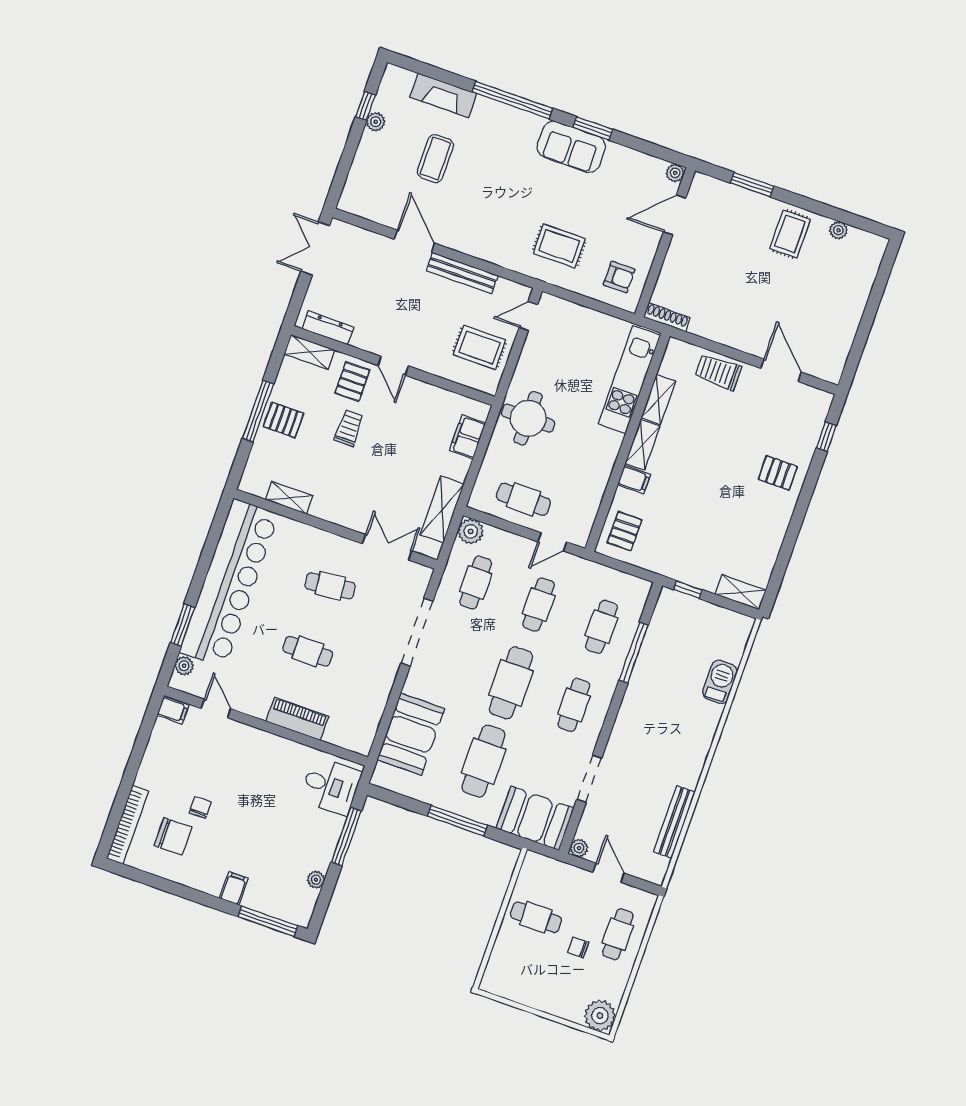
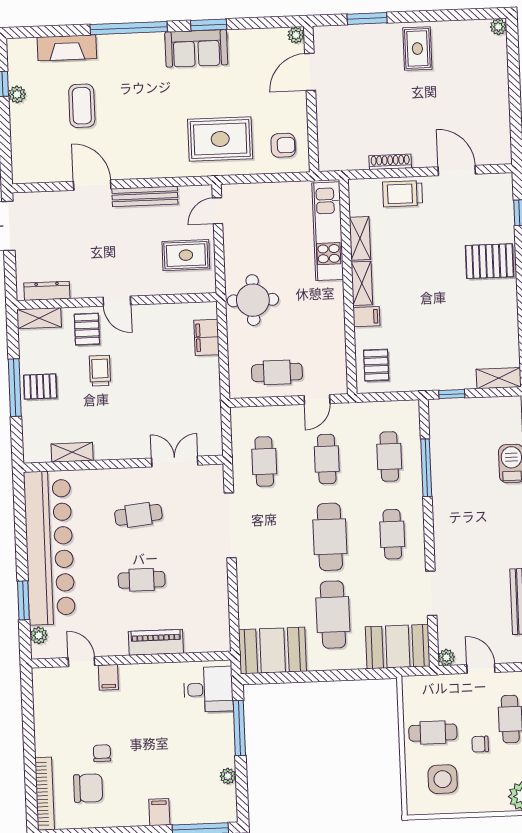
plant: (838, 230) -> (498, 27), moved
rug: (559, 246) -> (220, 139), width x1.36, depth x1.43
shoe rack: (667, 317) -> (390, 162), moved
pallet: (778, 473) -> (490, 261), width x1.50, depth x1.42
shelving: (442, 509) -> (210, 409), removed
plant: (471, 531) -> (242, 419), removed
filing cabinet: (173, 710) -> (108, 677), moved, turned 90
booth: (411, 734) -> (273, 650), moved, turned 90
window: (458, 821) -> (331, 676), removed
side table: (527, 967) -> (443, 779), added

